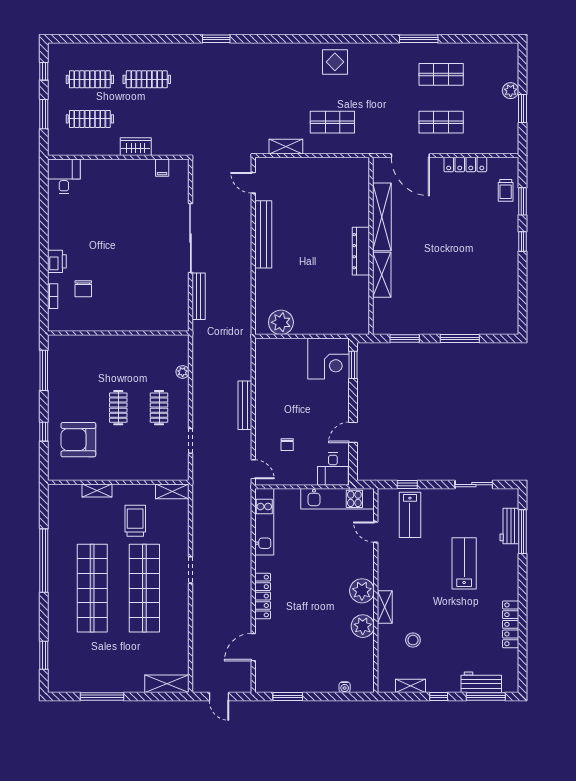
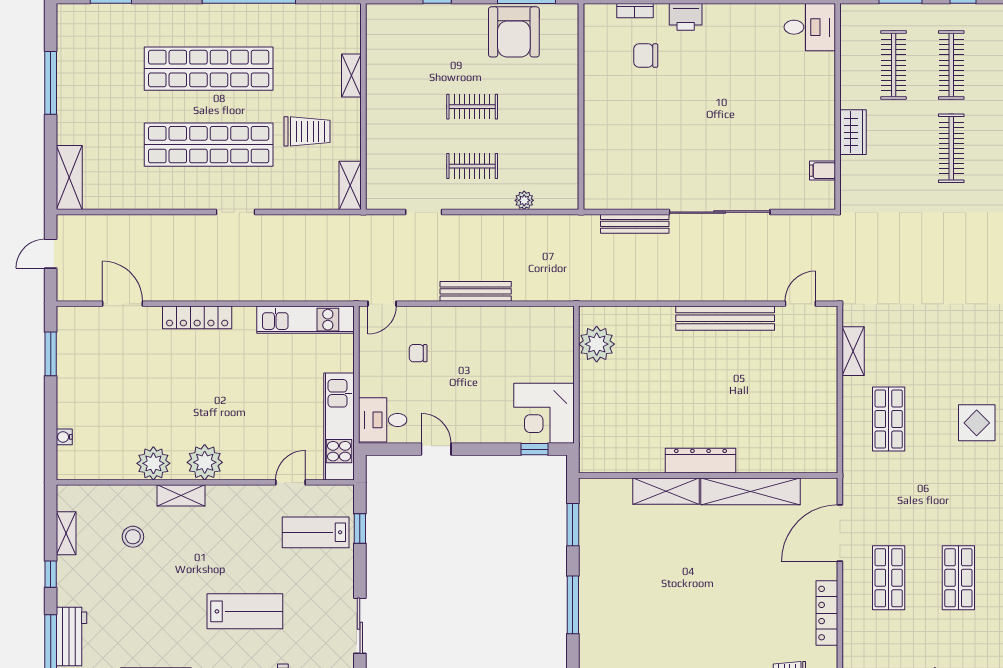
window: (353, 365) -> (534, 449), width x0.67
armchair: (78, 440) -> (514, 32), moved, turned 180

